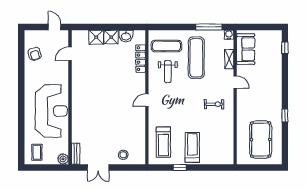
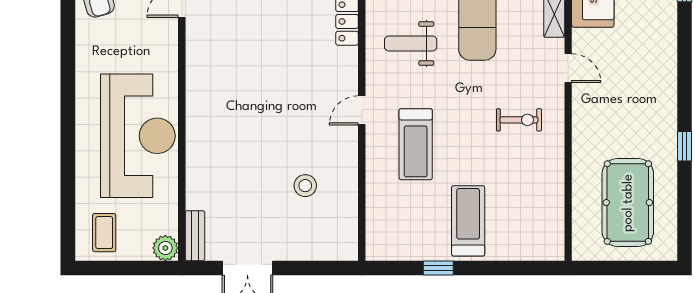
weight bench: (168, 72) -> (411, 43), turned 90
treadmill: (163, 142) -> (416, 144), moved
stool: (123, 155) -> (305, 186), moved

